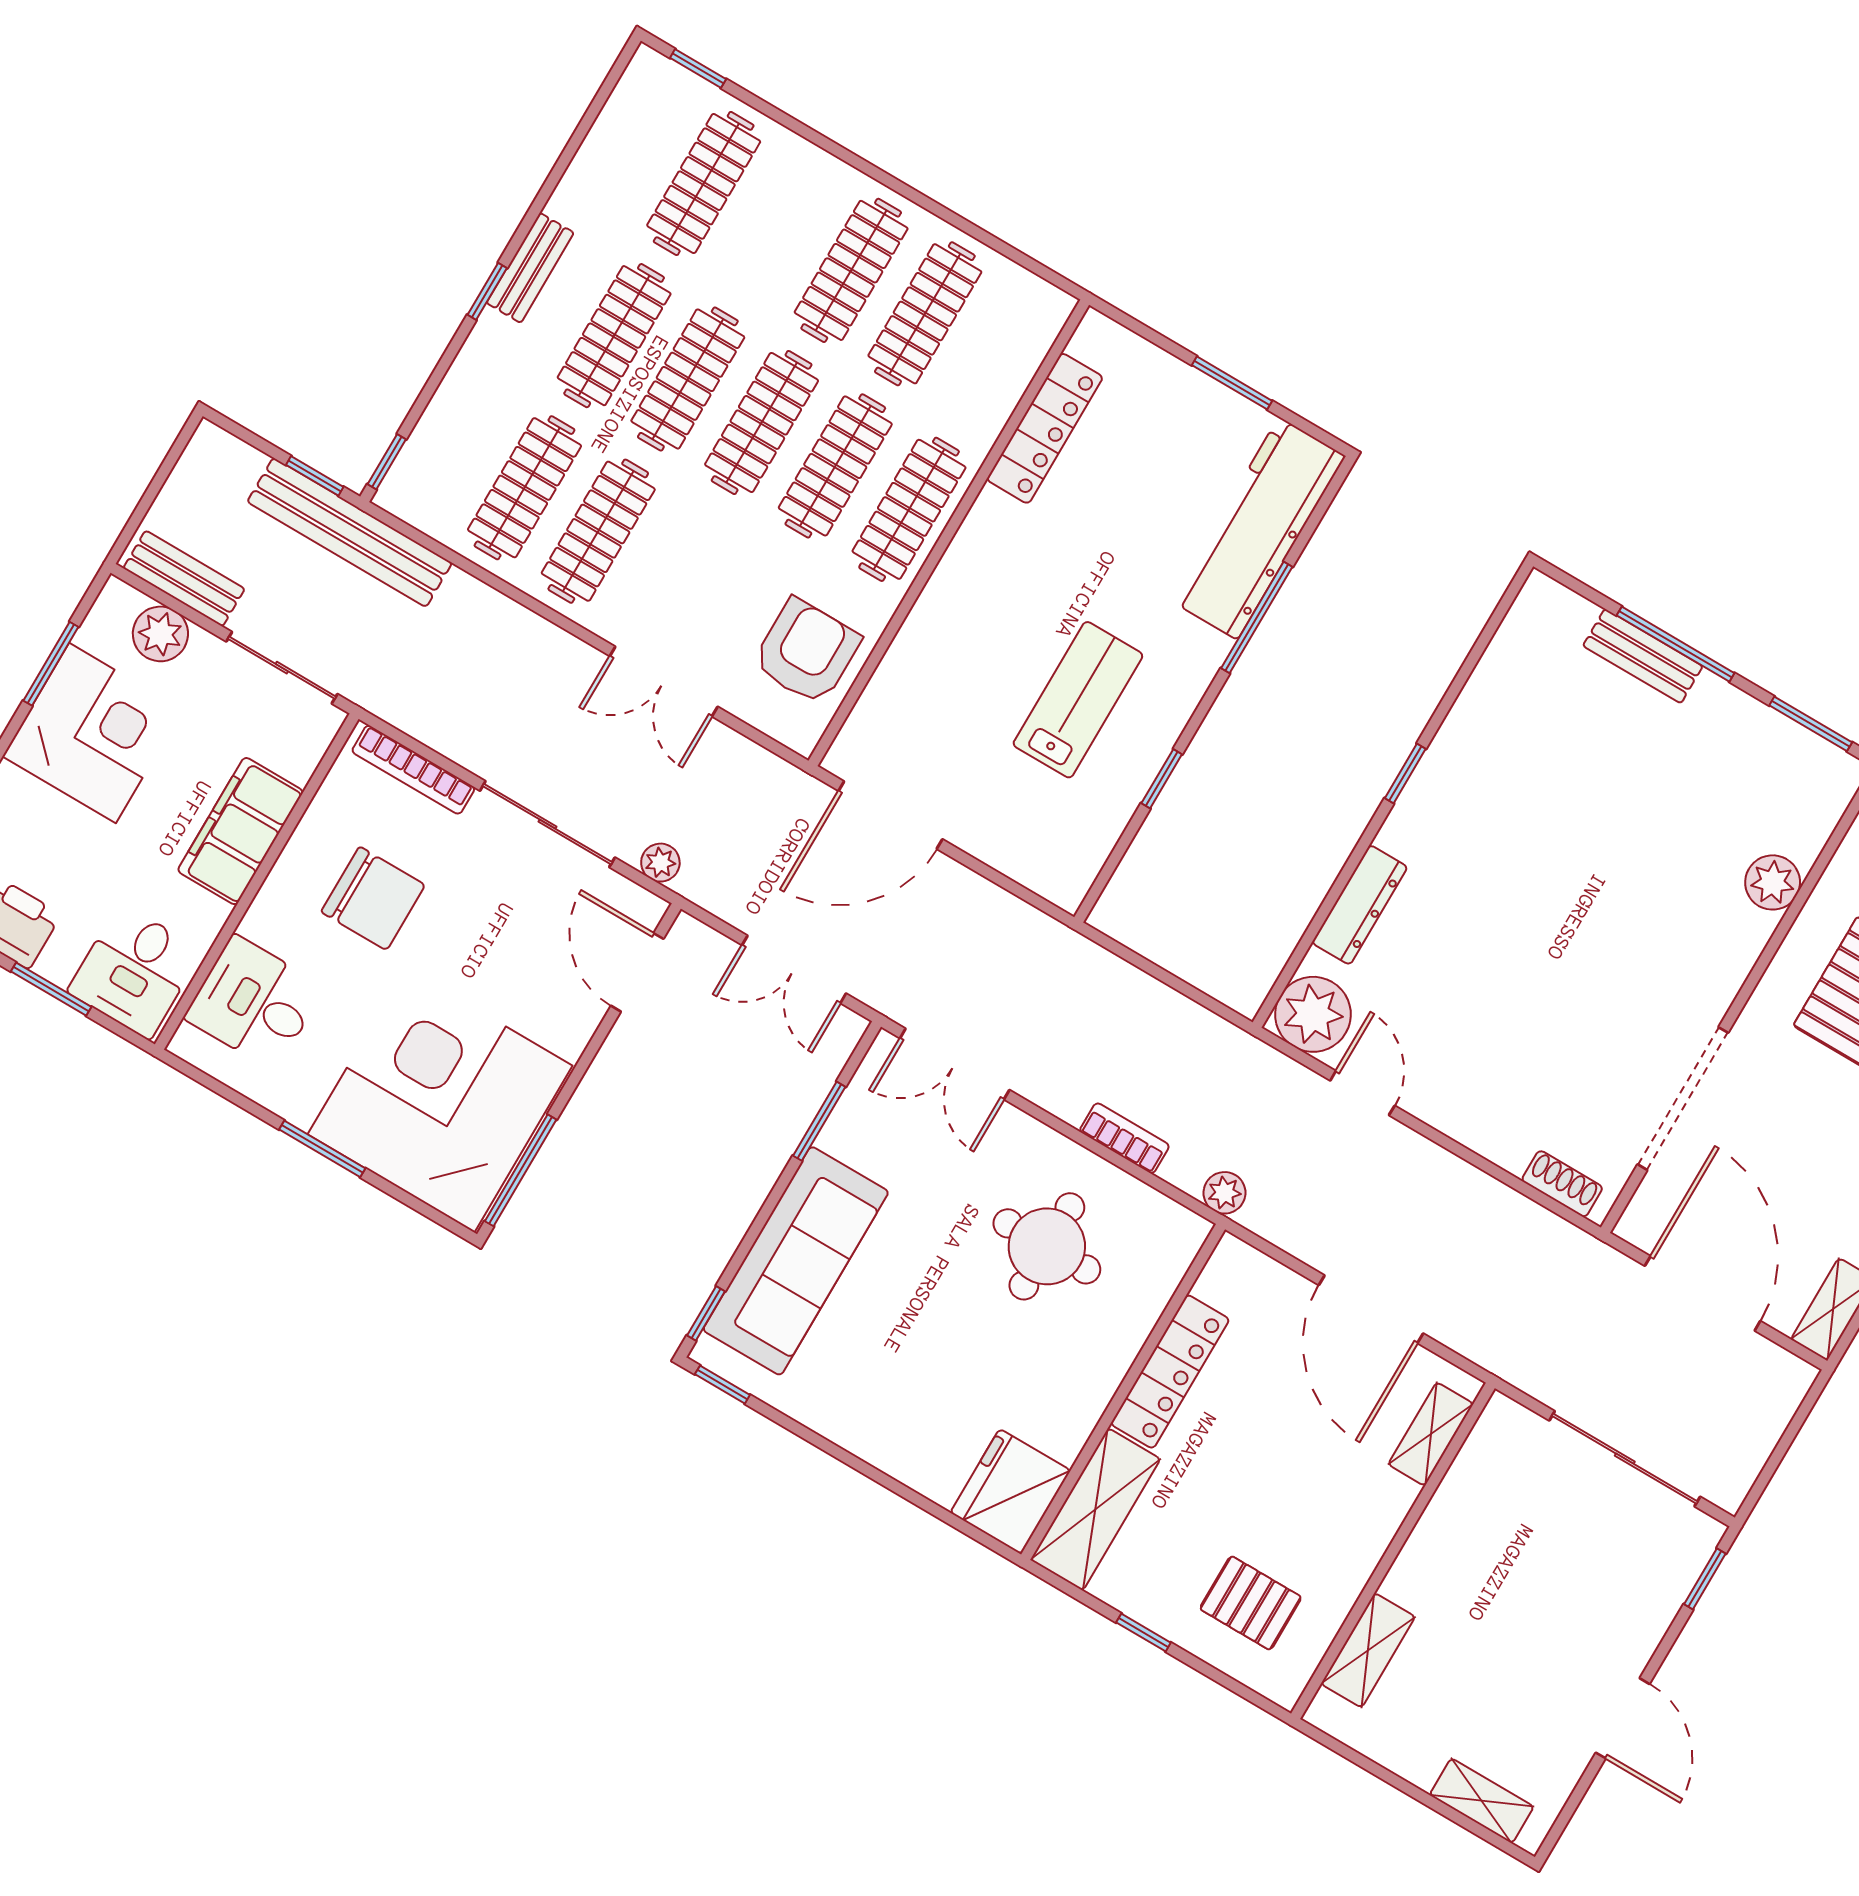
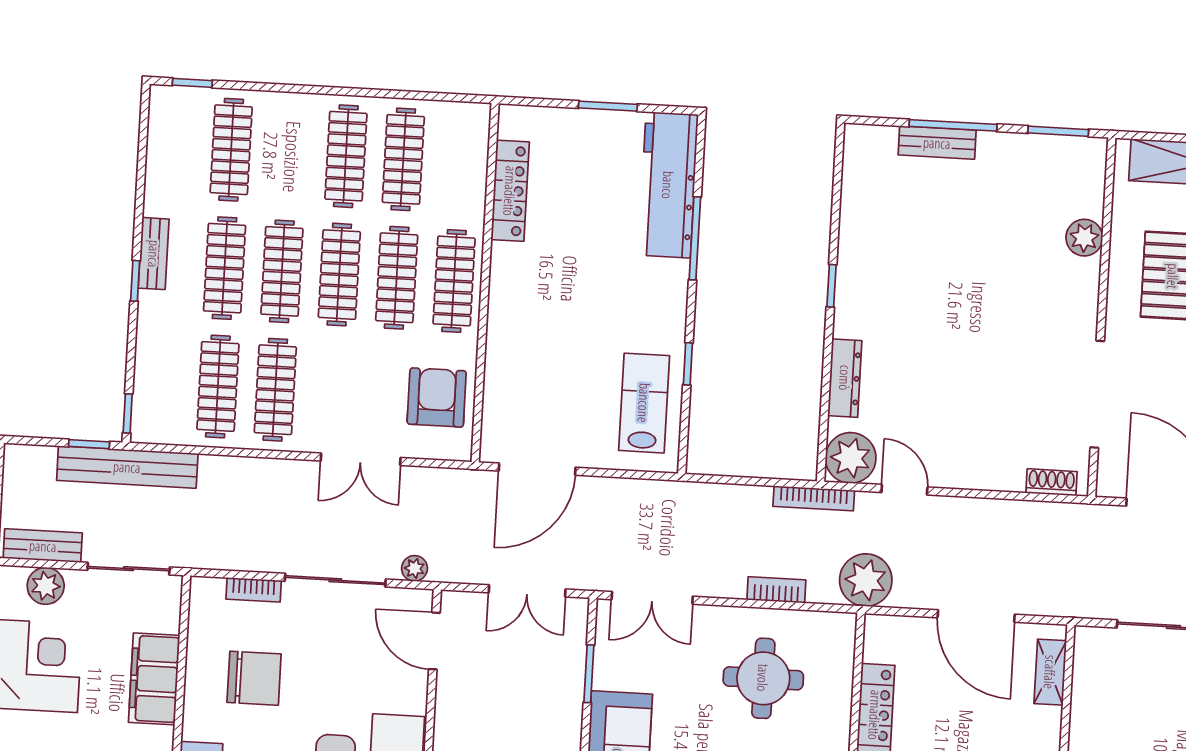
lab bench: (1078, 700) -> (644, 403), moved
bookcase: (413, 770) -> (254, 590), width x0.64
bookcase: (1237, 1043) -> (814, 498), added
plant: (1224, 1193) -> (866, 580), width x1.88, depth x1.88

